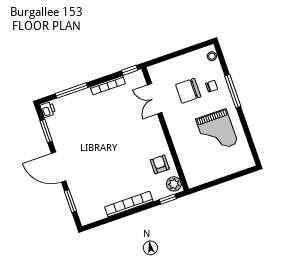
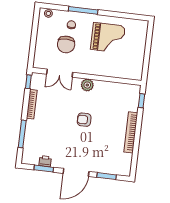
printer: (48, 110) -> (45, 161), moved
armchair: (160, 164) -> (84, 120), moved
plant: (174, 184) -> (87, 85), moved

